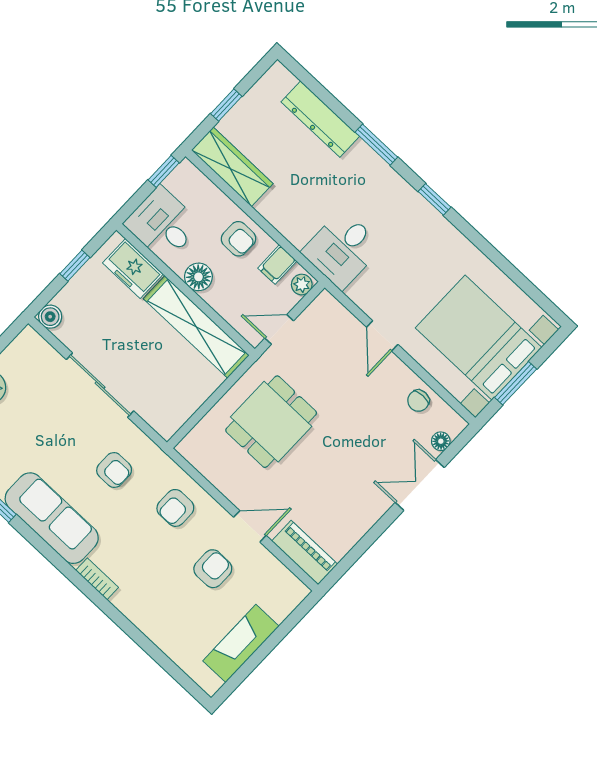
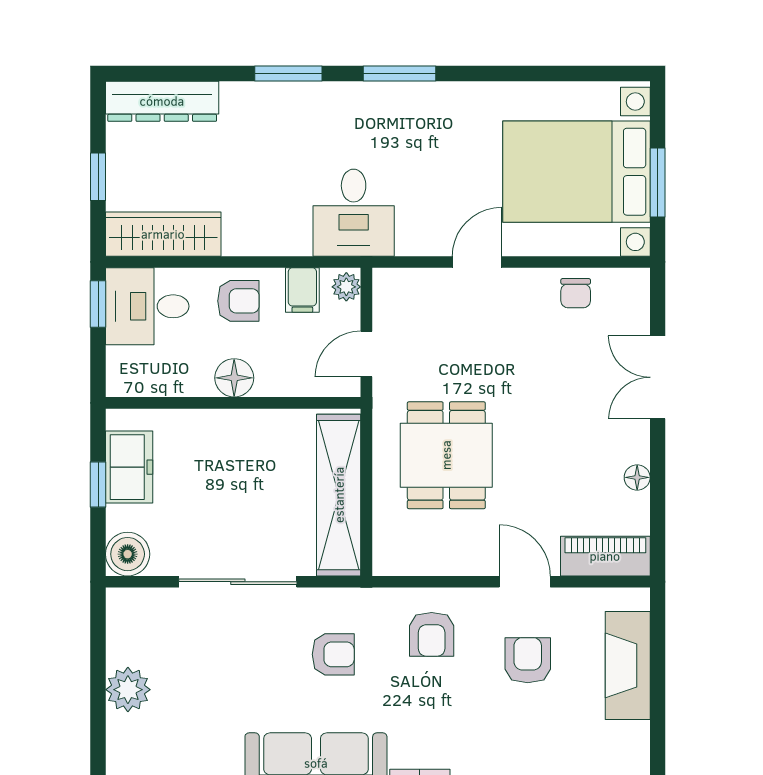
dresser: (320, 119) -> (162, 101), moved
window: (434, 199) -> (399, 74), width x1.50
desk: (163, 224) -> (147, 306), moved
freezer: (133, 269) -> (129, 467), moved, turned -90
boiler: (50, 317) -> (128, 554), width x1.36, depth x1.36
shelving: (196, 327) -> (339, 495), moved, turned 90
door: (382, 336) -> (477, 262), swing flipped
floor lamp: (441, 441) -> (637, 477), moved
door: (250, 526) -> (525, 582), hinge flipped
fireplace: (241, 643) -> (628, 665), moved

